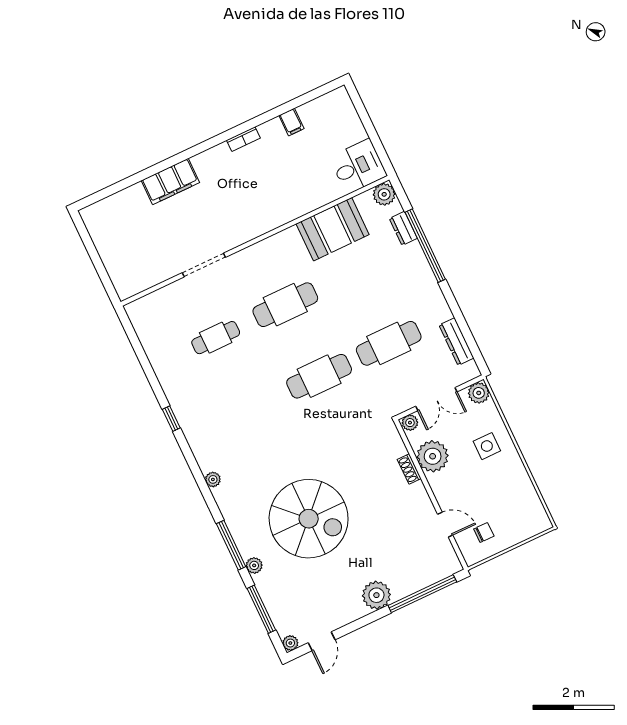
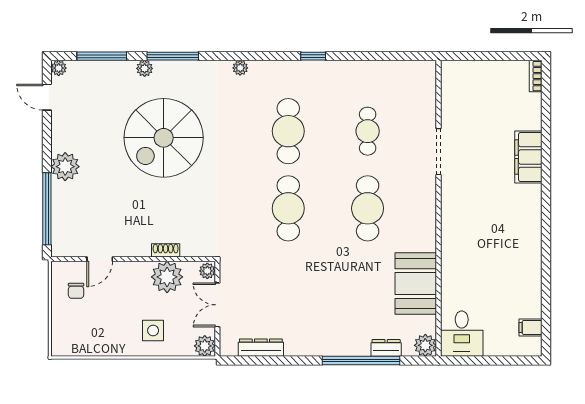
filing cabinet: (291, 122) -> (531, 328), moved
bookcase: (243, 139) -> (536, 76), moved
cafe table: (389, 343) -> (288, 131), moved

